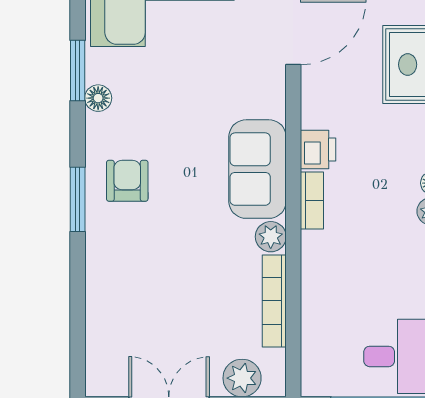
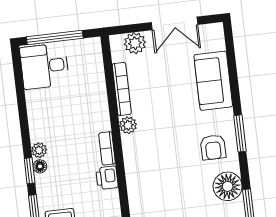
floor lamp: (98, 98) -> (228, 186), width x1.89, depth x1.89
sofa: (258, 169) -> (213, 81), moved, turned 180

